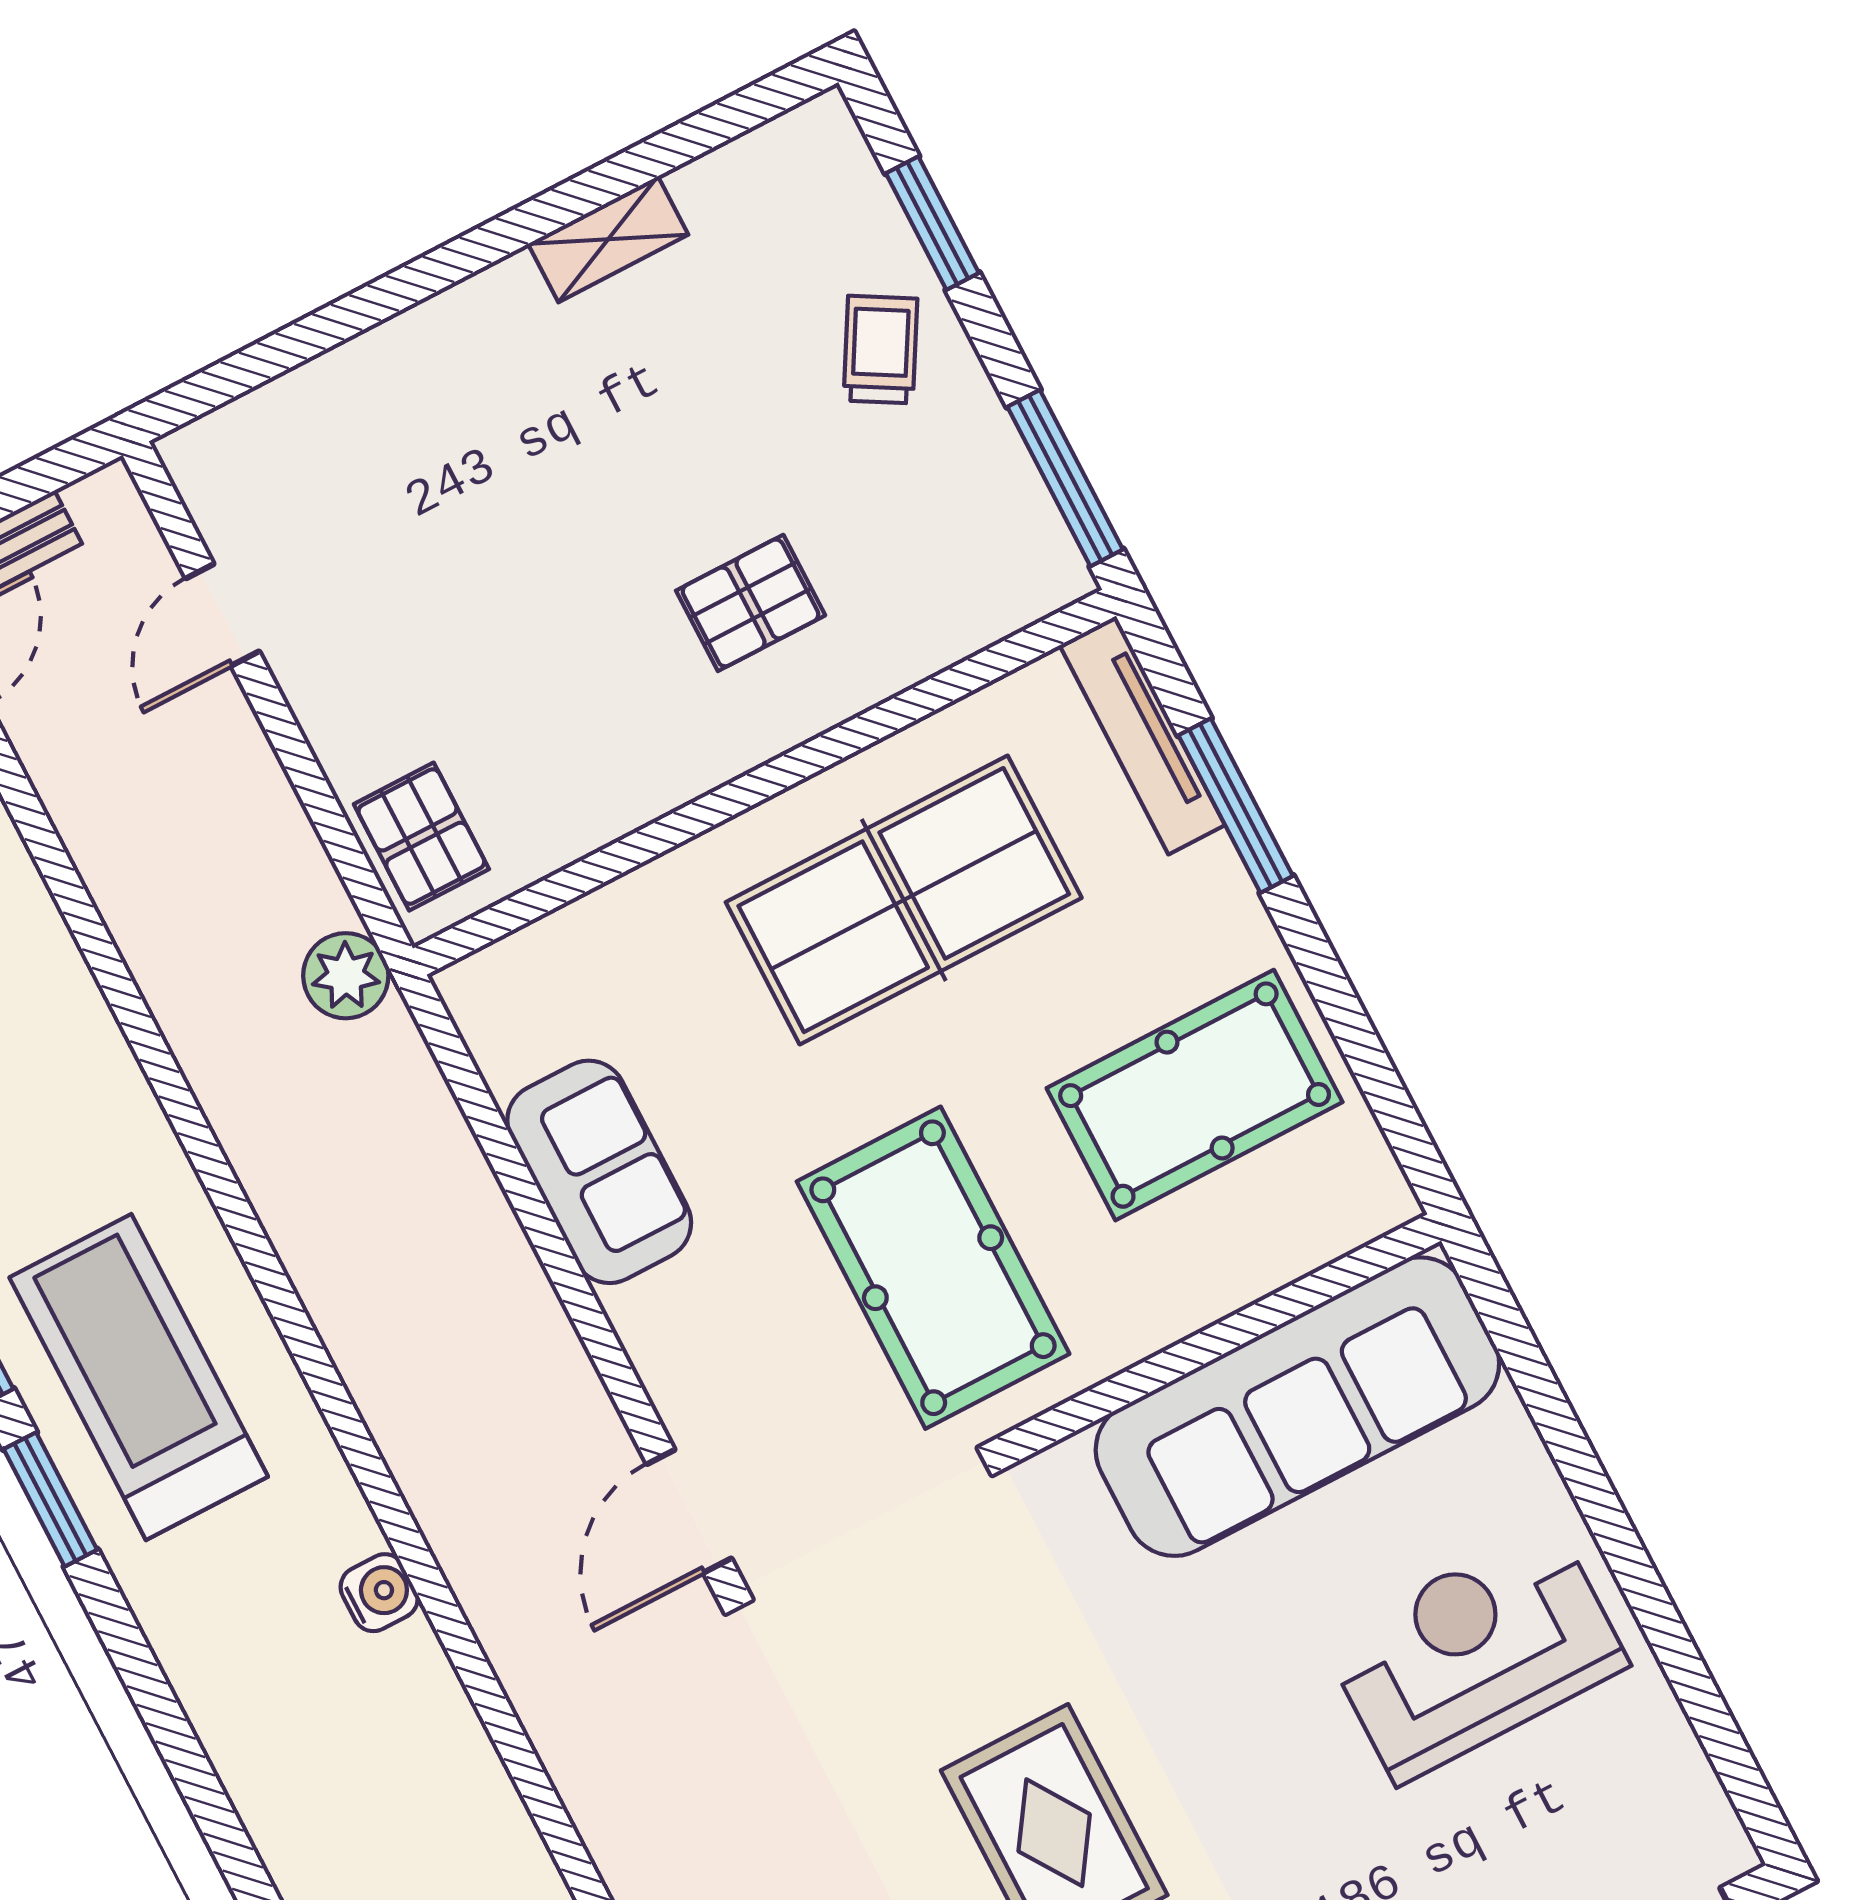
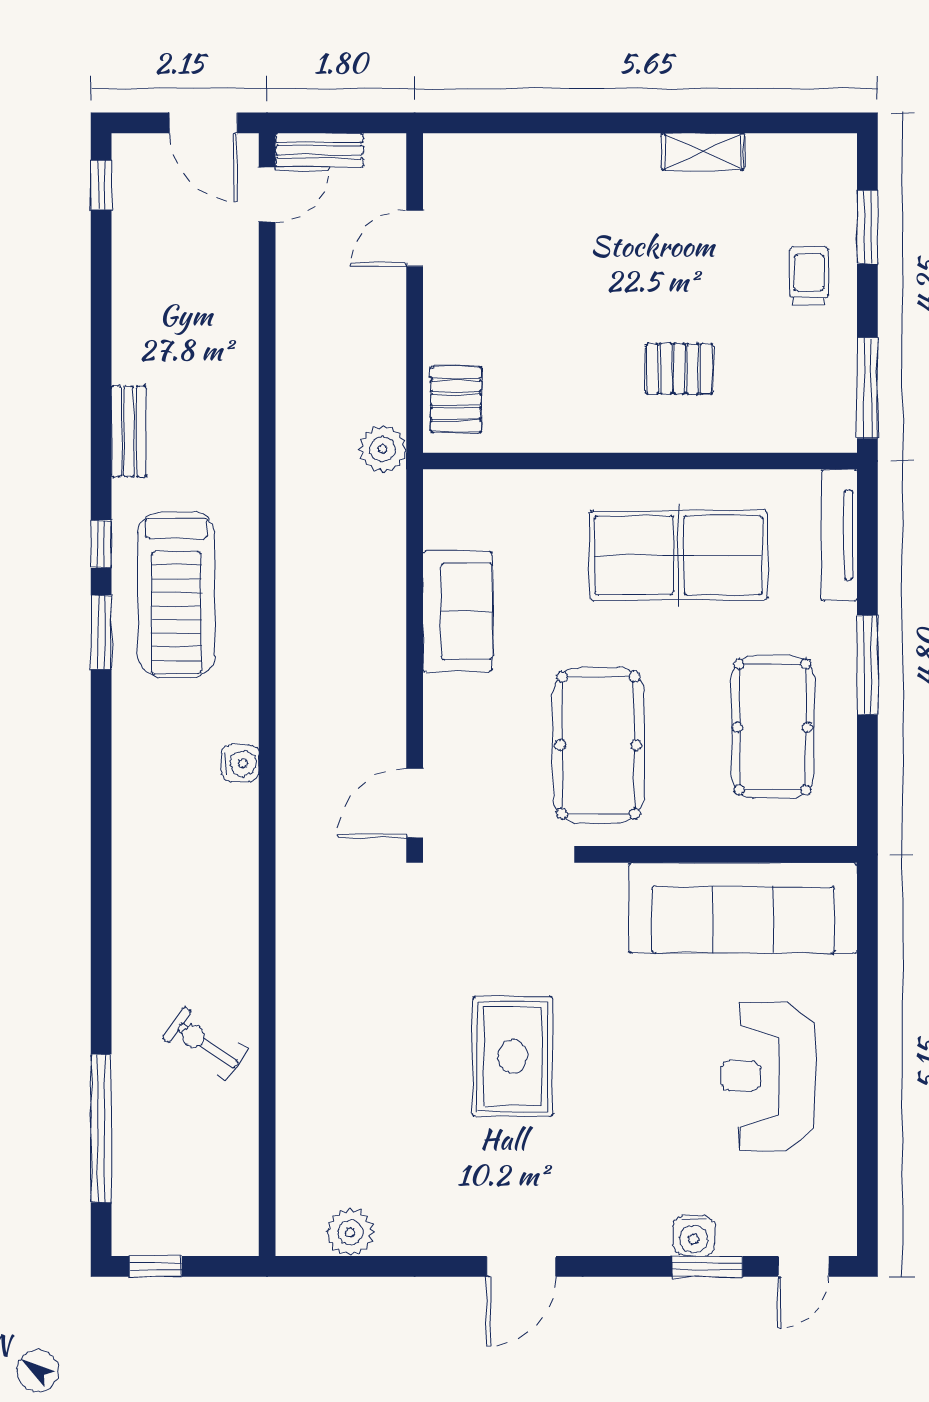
trolley: (880, 350) -> (809, 277), turned -30
window: (1236, 806) -> (867, 665), moved
pool table: (1195, 1095) -> (772, 727), turned 90
treadmill: (139, 1377) -> (176, 594), turned 180
reception desk: (1475, 1653) -> (768, 1076), turned -90

